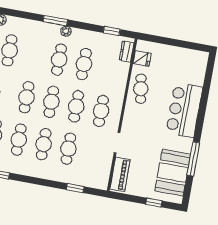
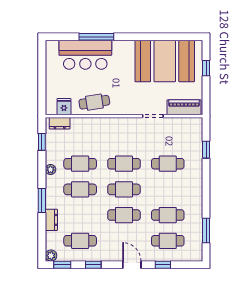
dresser: (35, 26) -> (51, 220), added
plant: (66, 31) -> (50, 170), moved
bar counter: (184, 110) -> (85, 55), moved
cafe table: (101, 111) -> (124, 138), removed
cafe table: (44, 144) -> (168, 189), removed
window: (193, 159) -> (96, 37), moved
booth: (173, 173) -> (165, 61), width x1.36, depth x1.42

